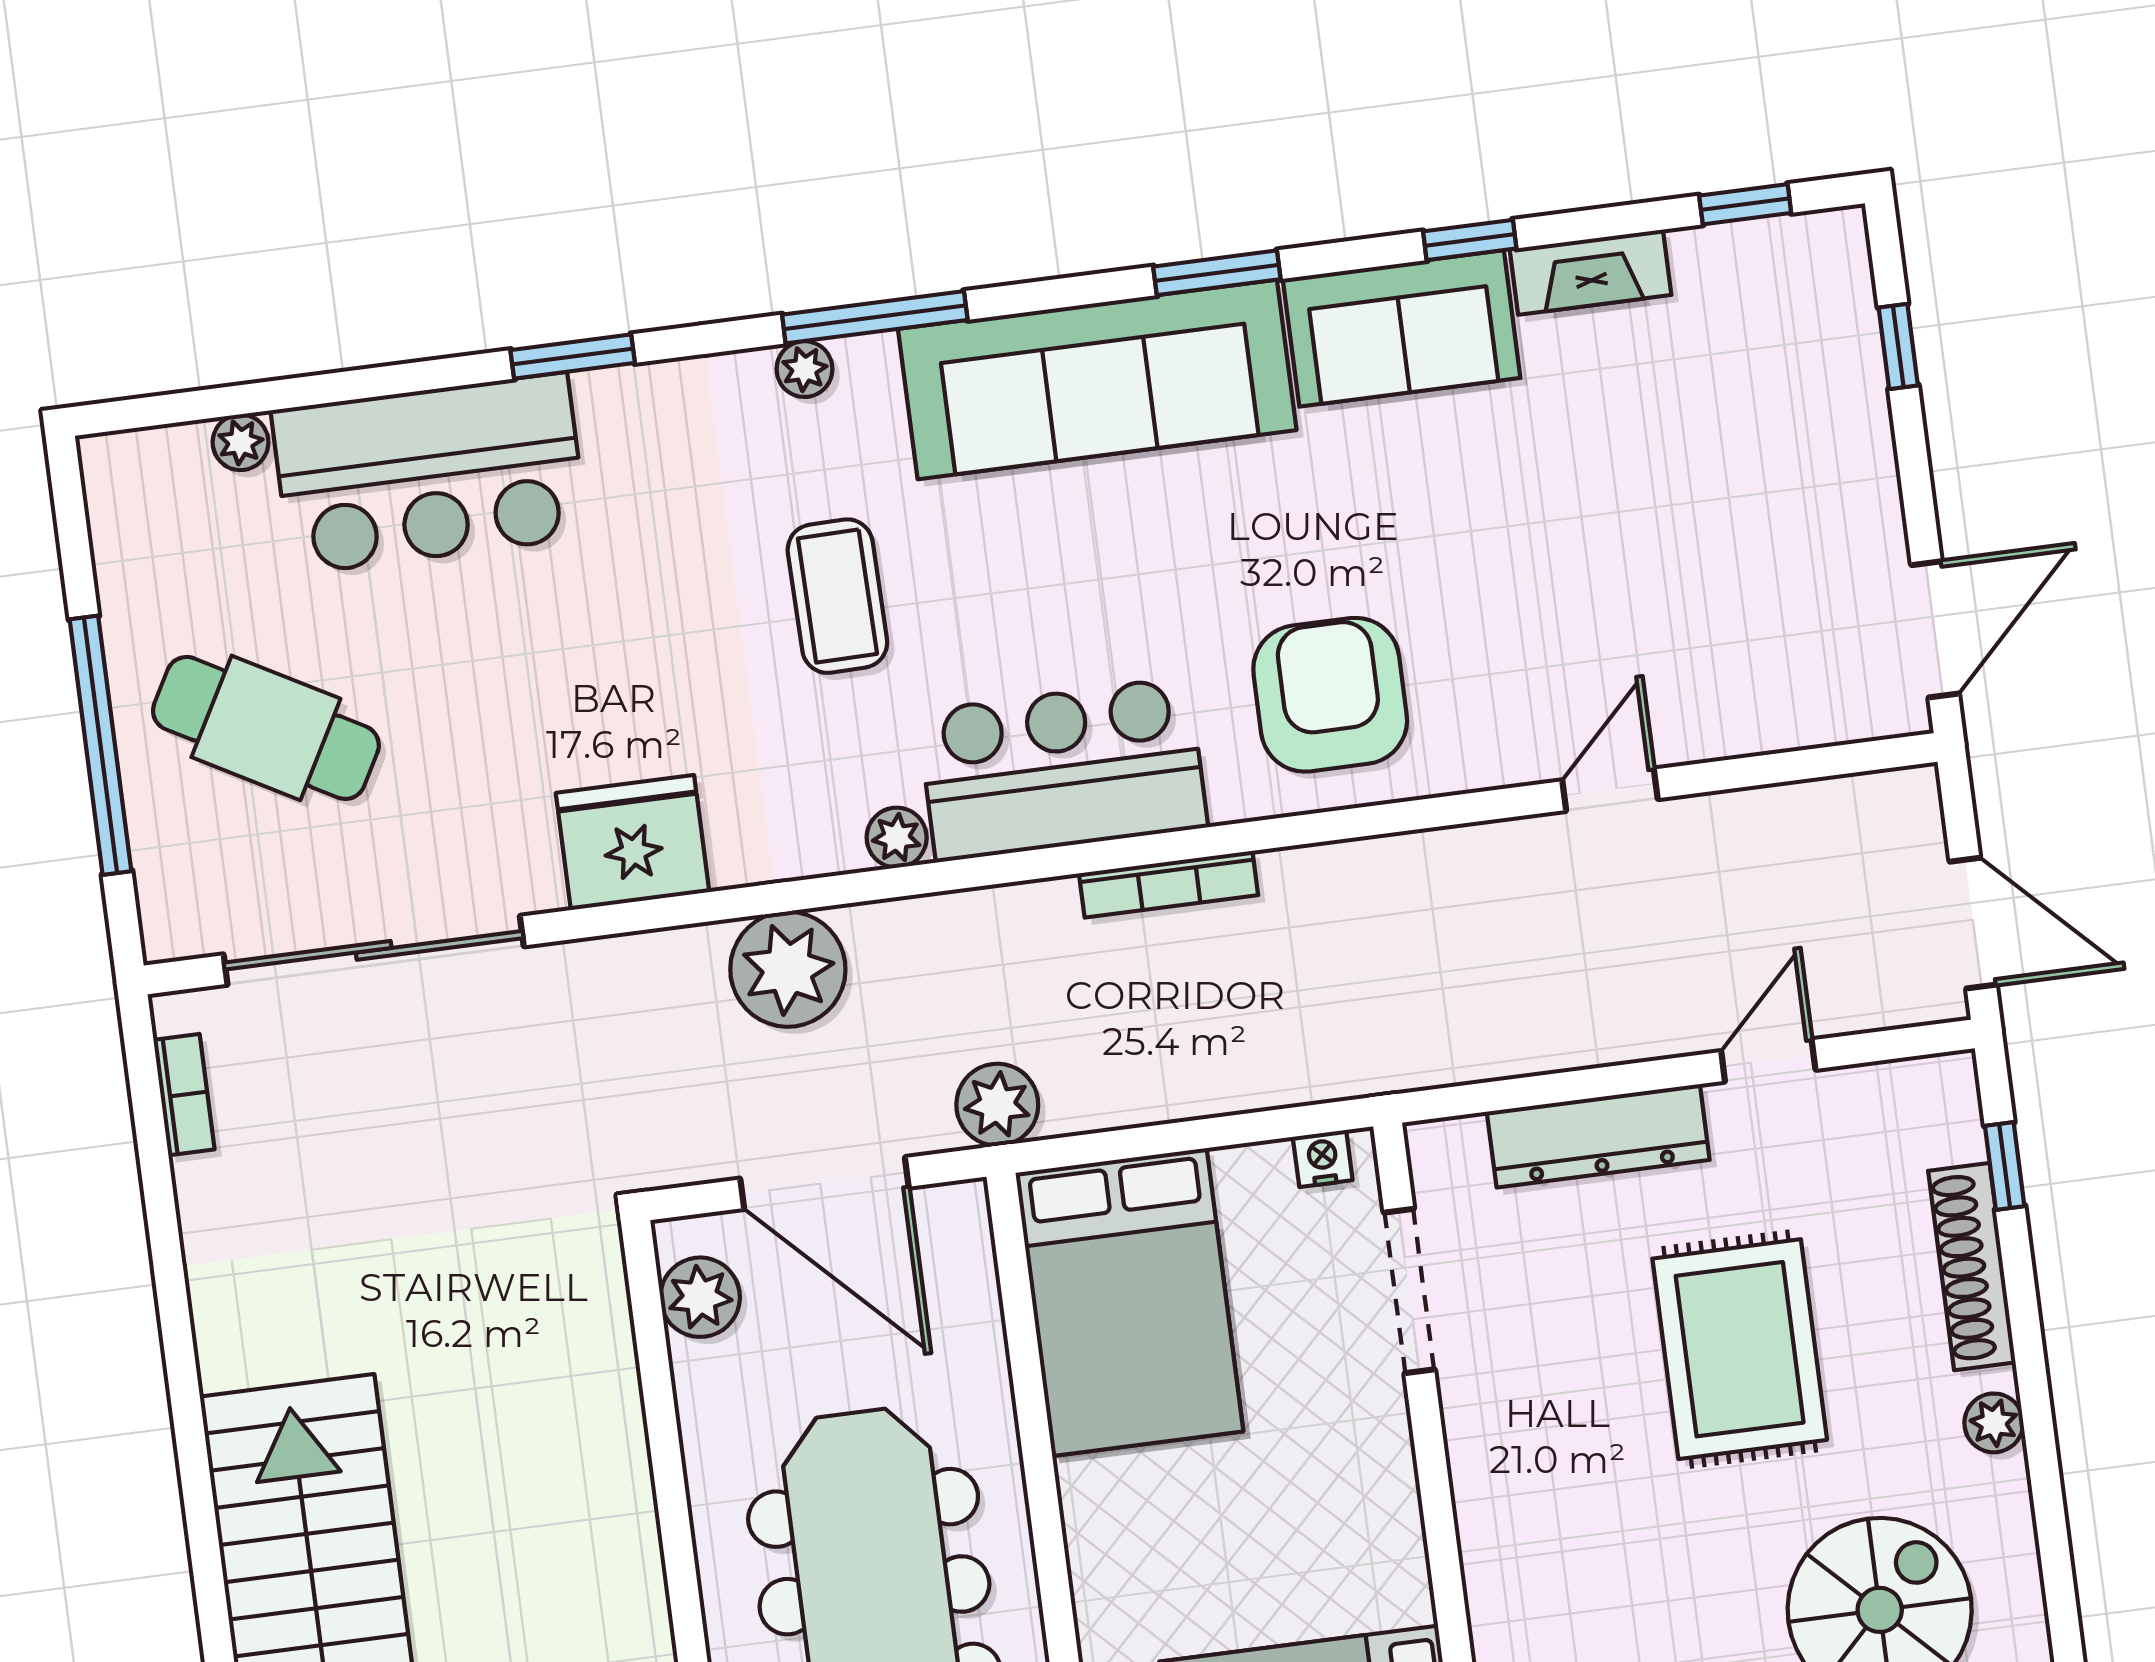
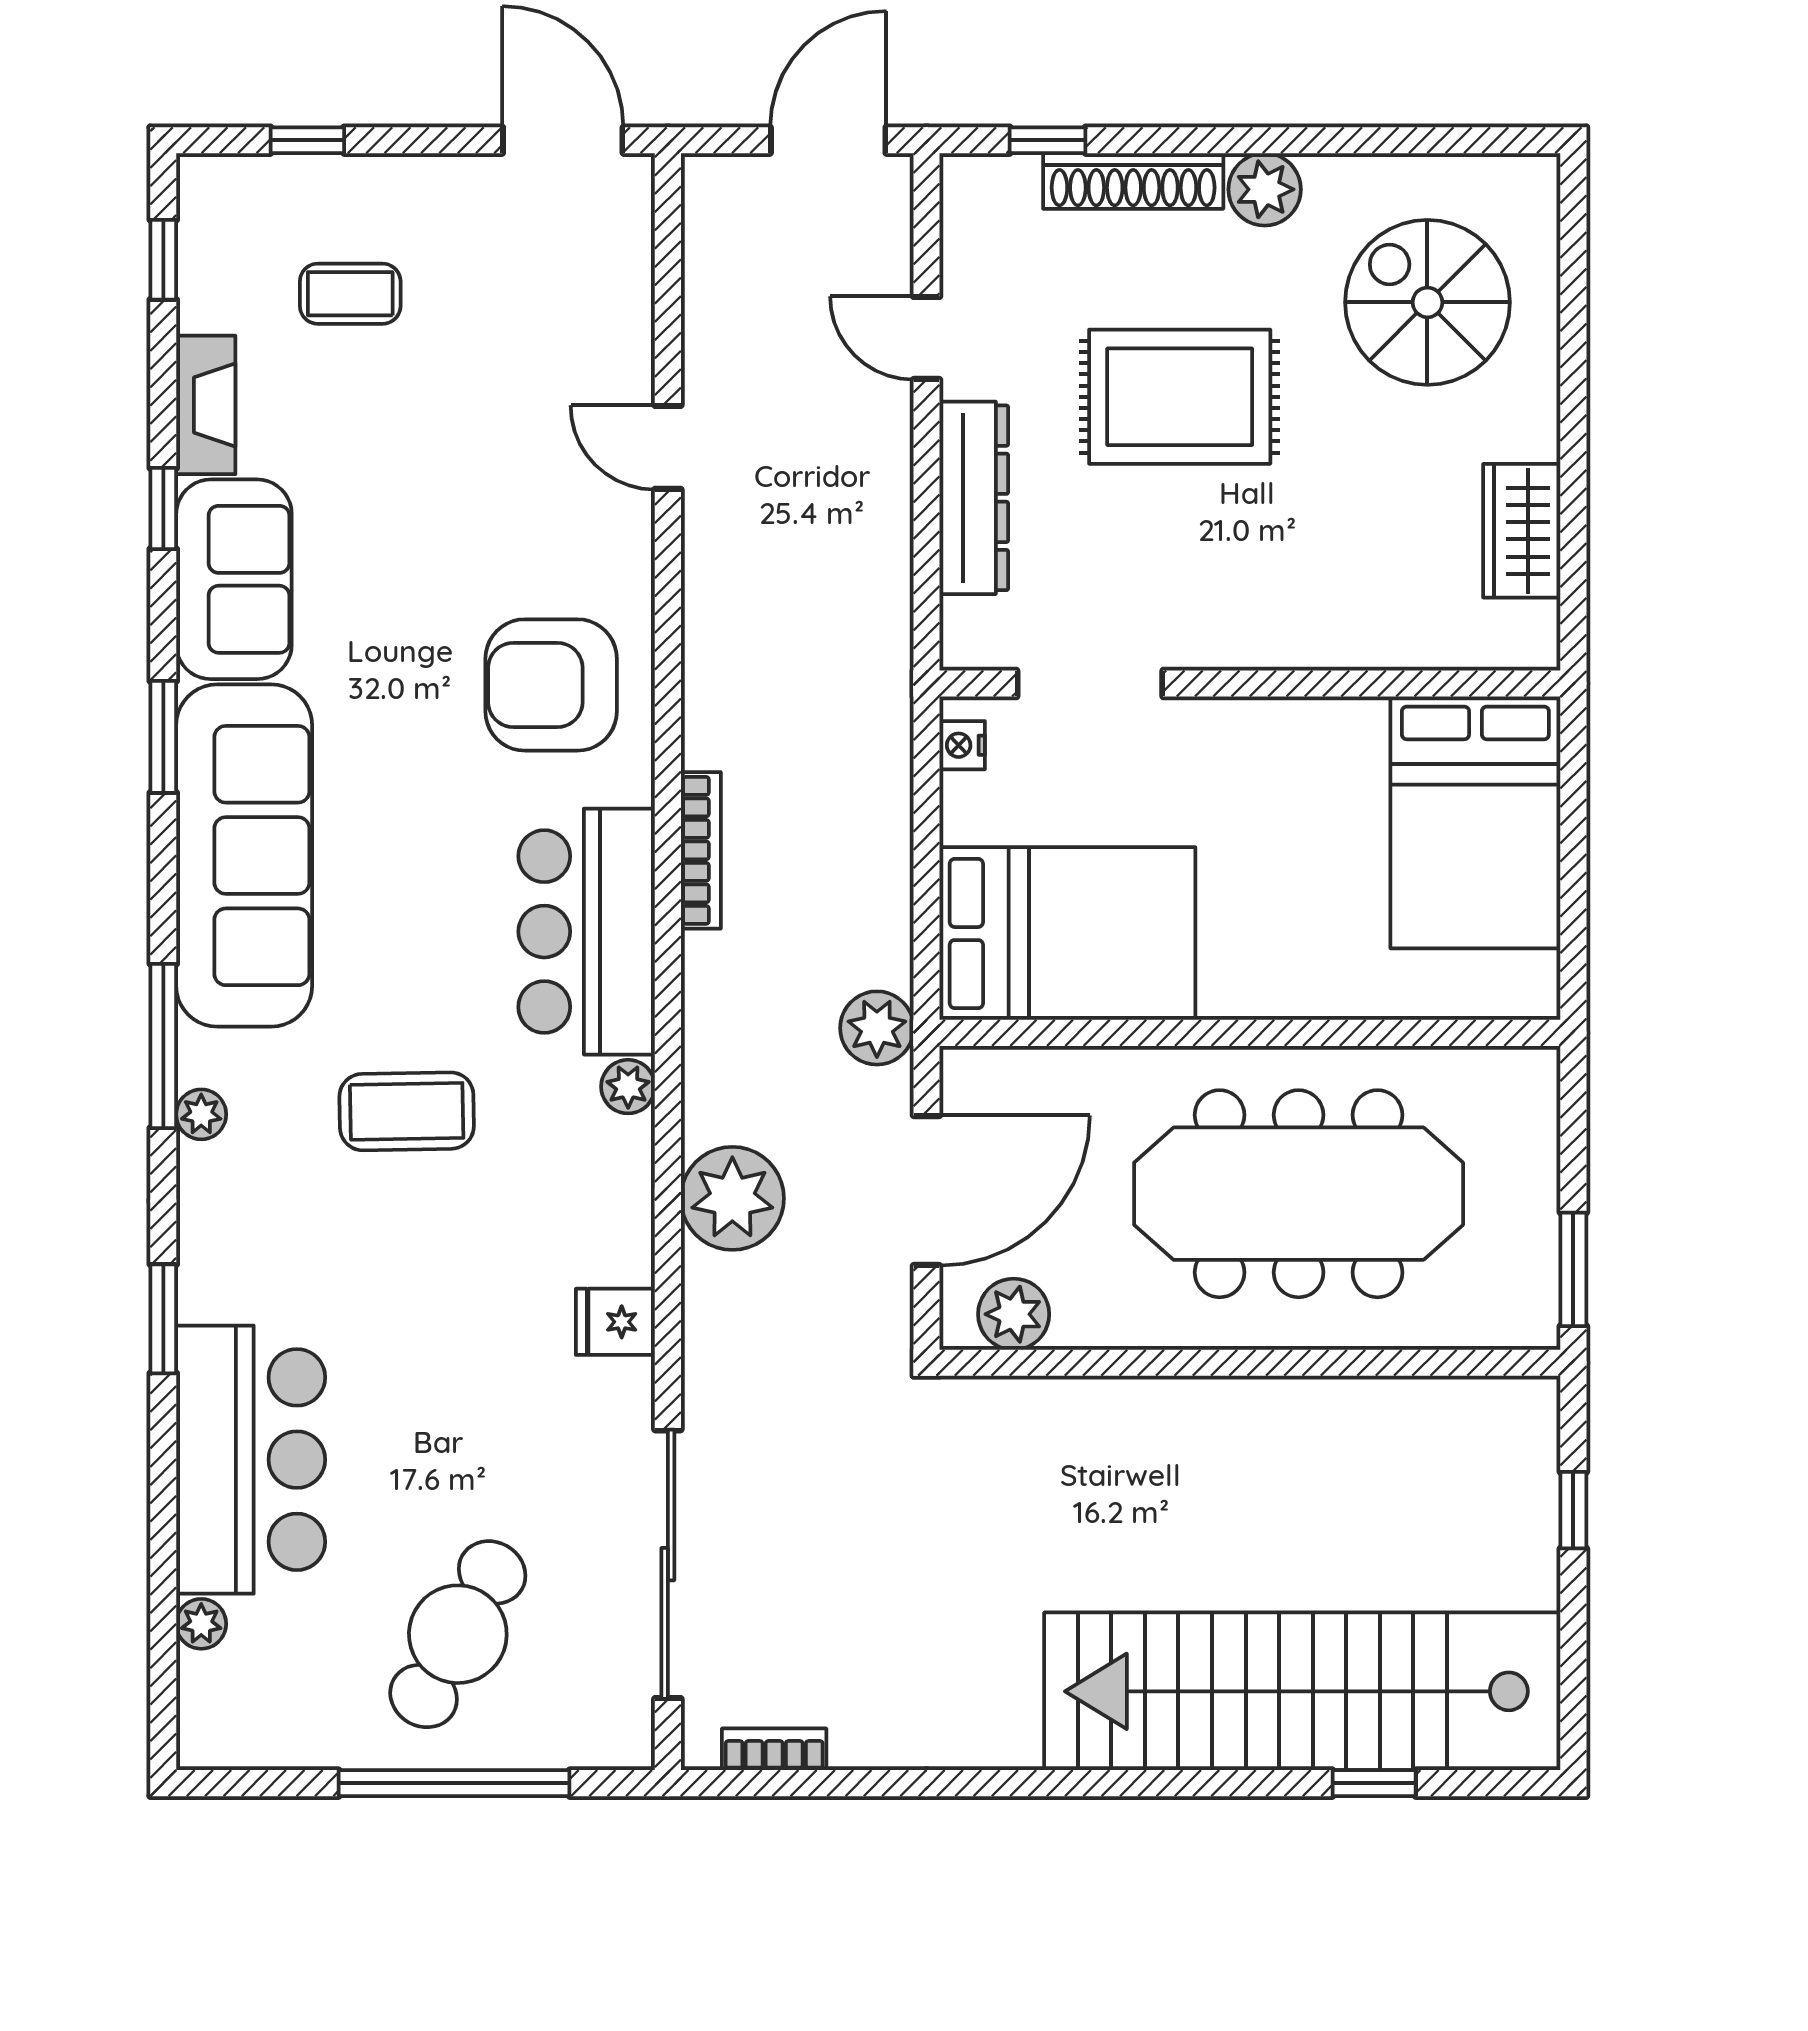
coffee table: (1734, 416) -> (350, 294), added
fridge: (632, 843) -> (615, 1322), width x0.53, depth x0.75
plant: (1994, 1423) -> (1265, 189), width x1.38, depth x1.38

